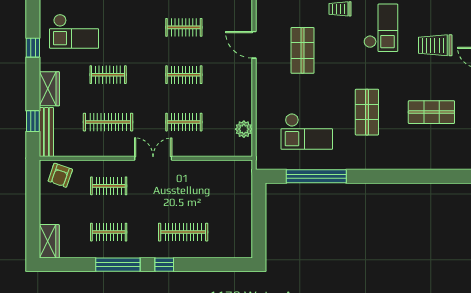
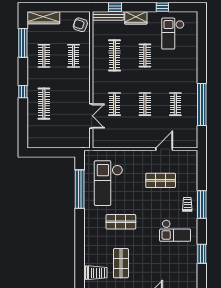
trolley: (435, 45) -> (96, 273), moved, turned 90
plant: (244, 129) -> (110, 143), removed
checkout: (307, 131) -> (108, 183), width x1.36, depth x1.21
double door: (153, 158) -> (91, 116), moved
wardrobe: (49, 241) -> (43, 18), width x1.50
window: (118, 265) -> (23, 43), moved

